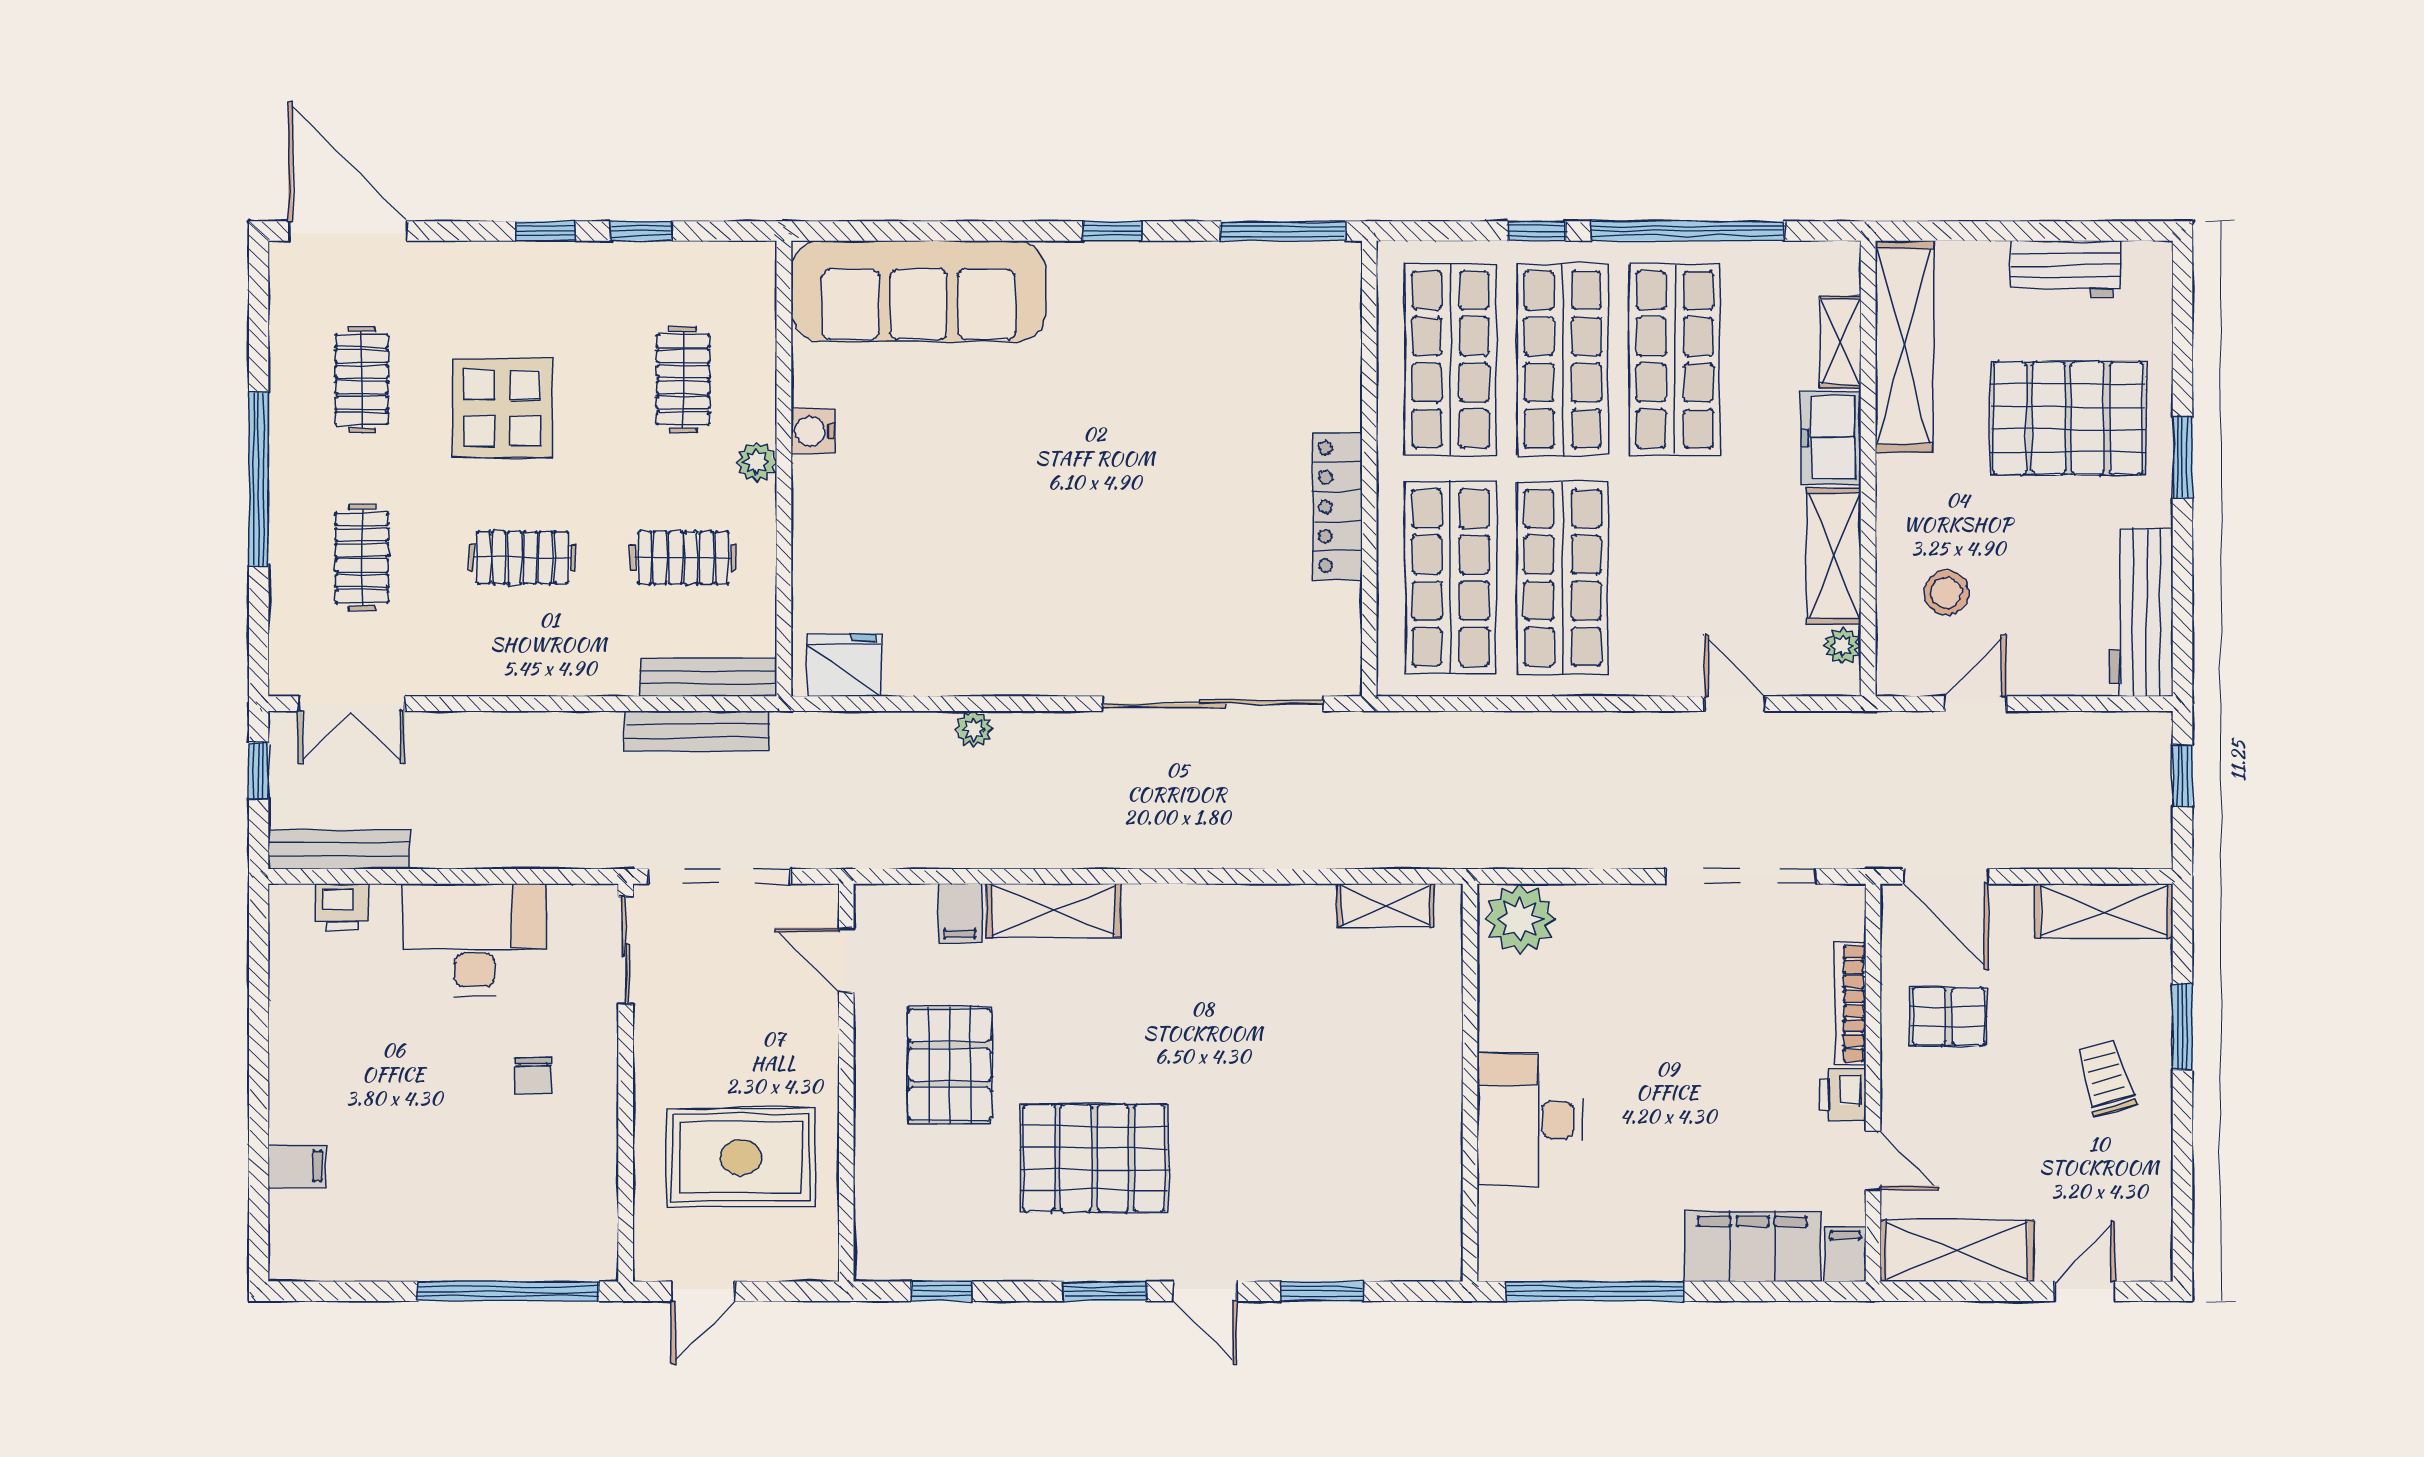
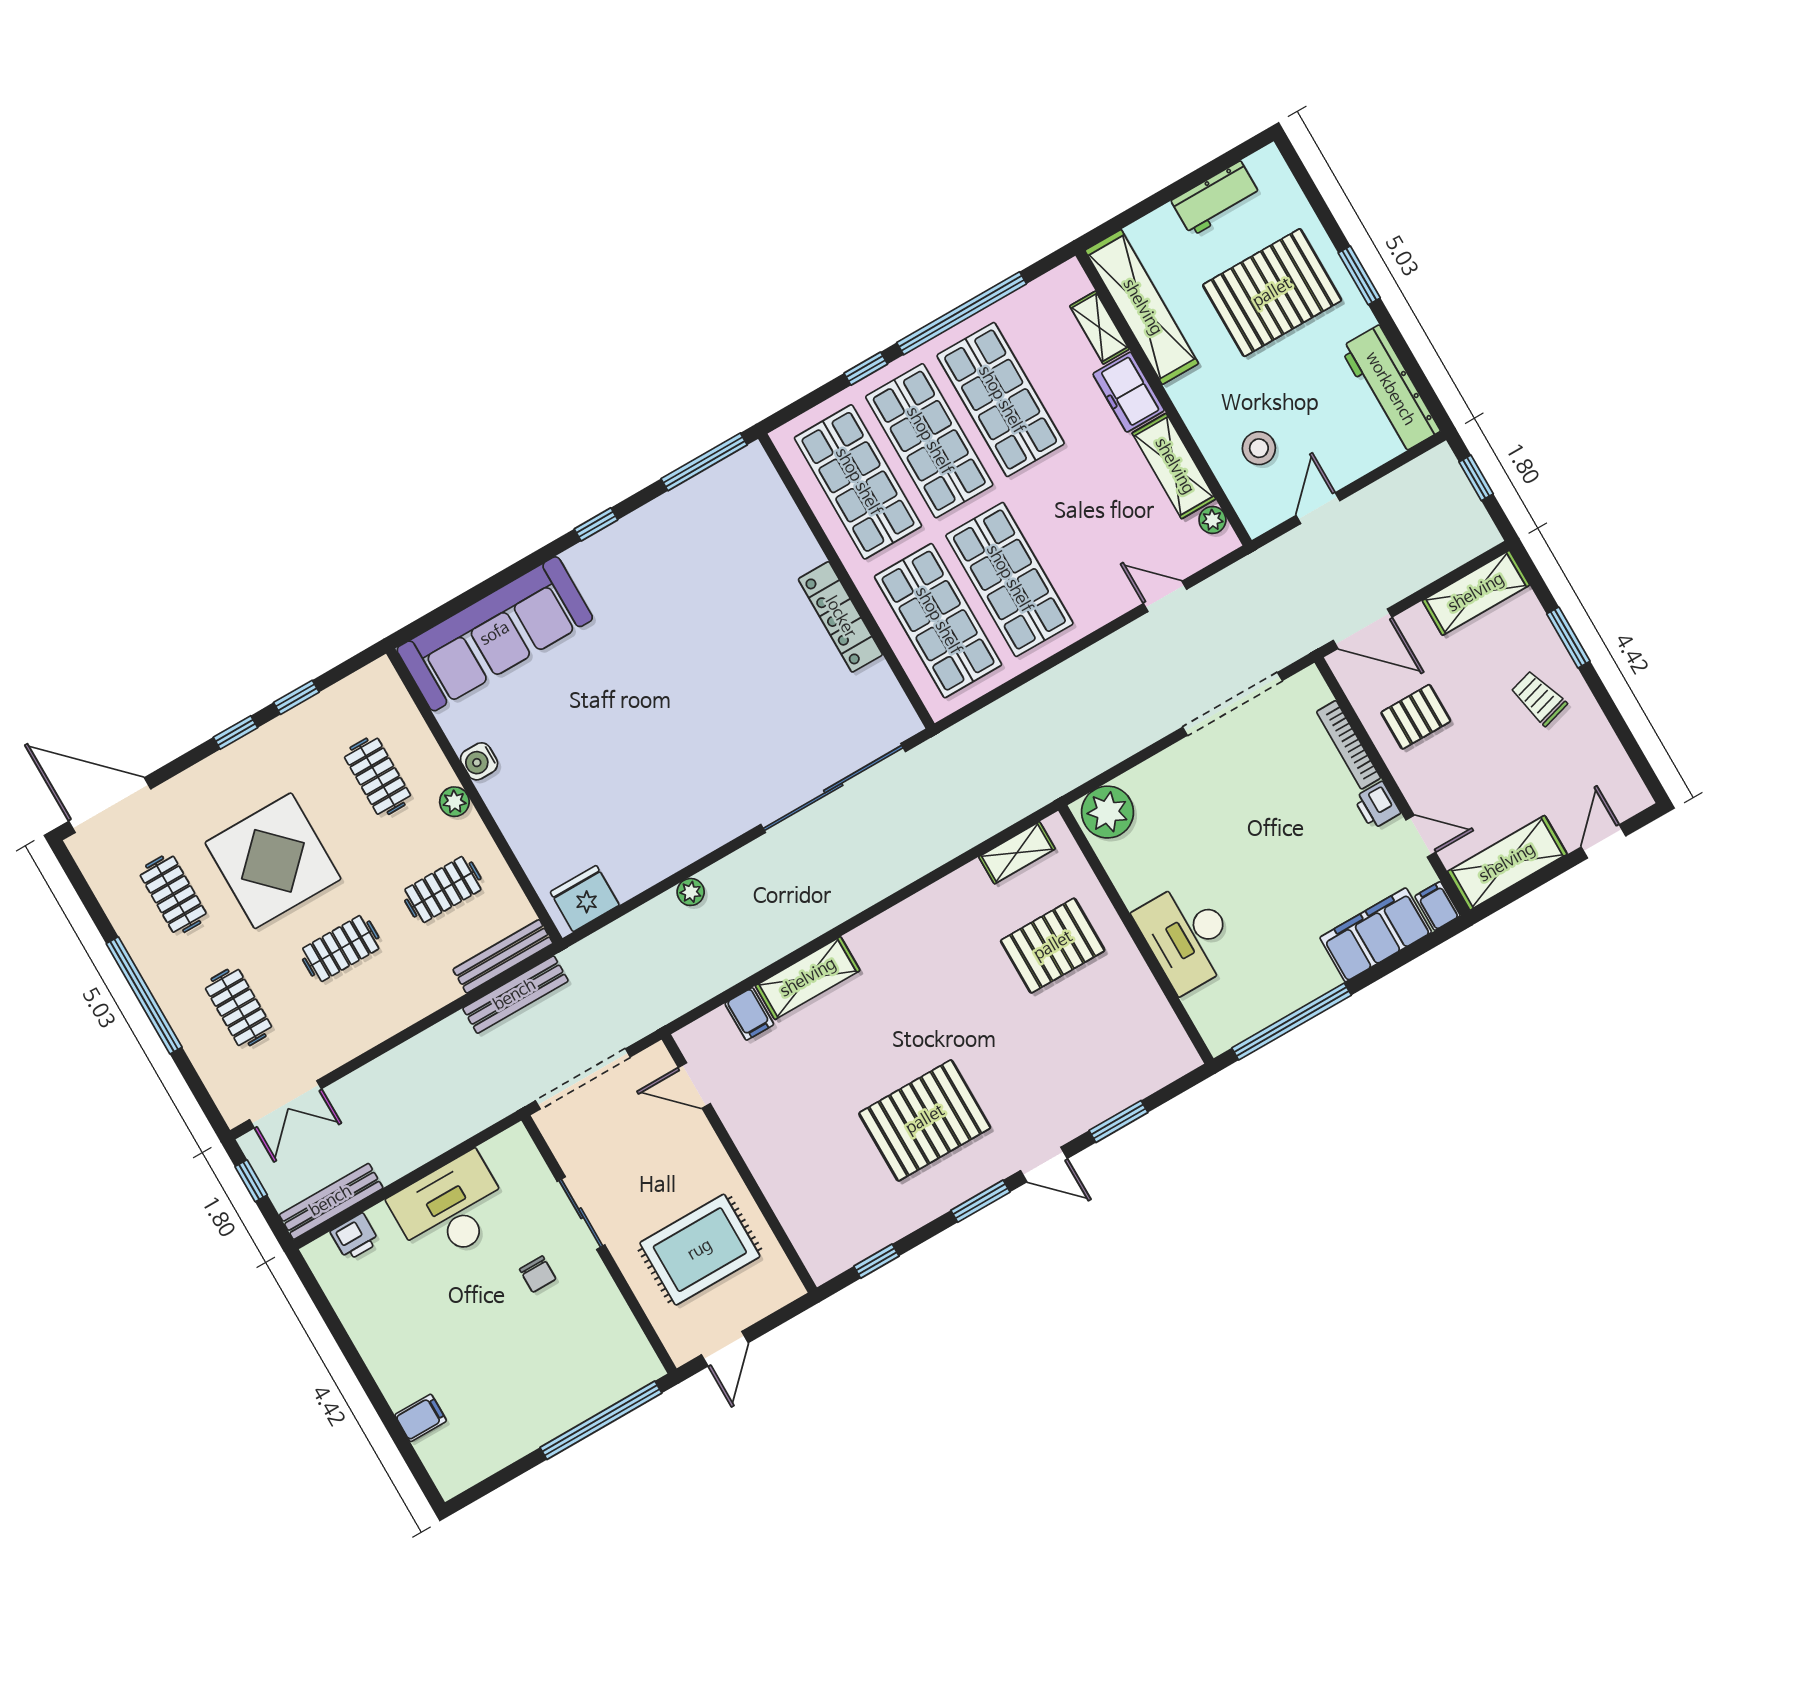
display table: (502, 408) -> (273, 861), width x1.36, depth x1.36
sliding door: (626, 950) -> (581, 1213), moved
pallet: (950, 1065) -> (1053, 946), moved, turned 90

